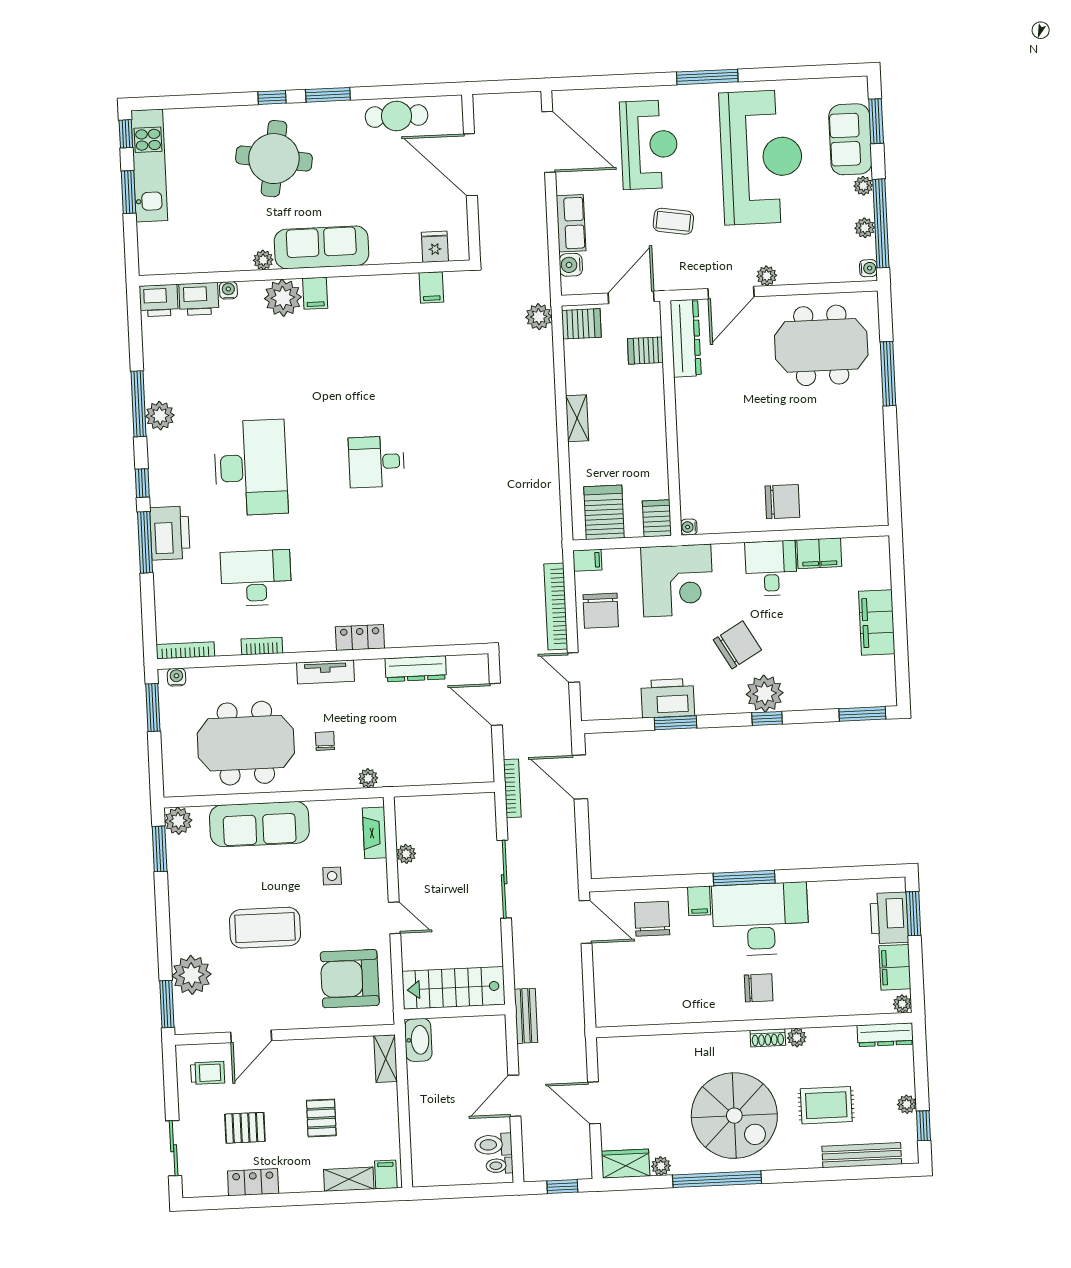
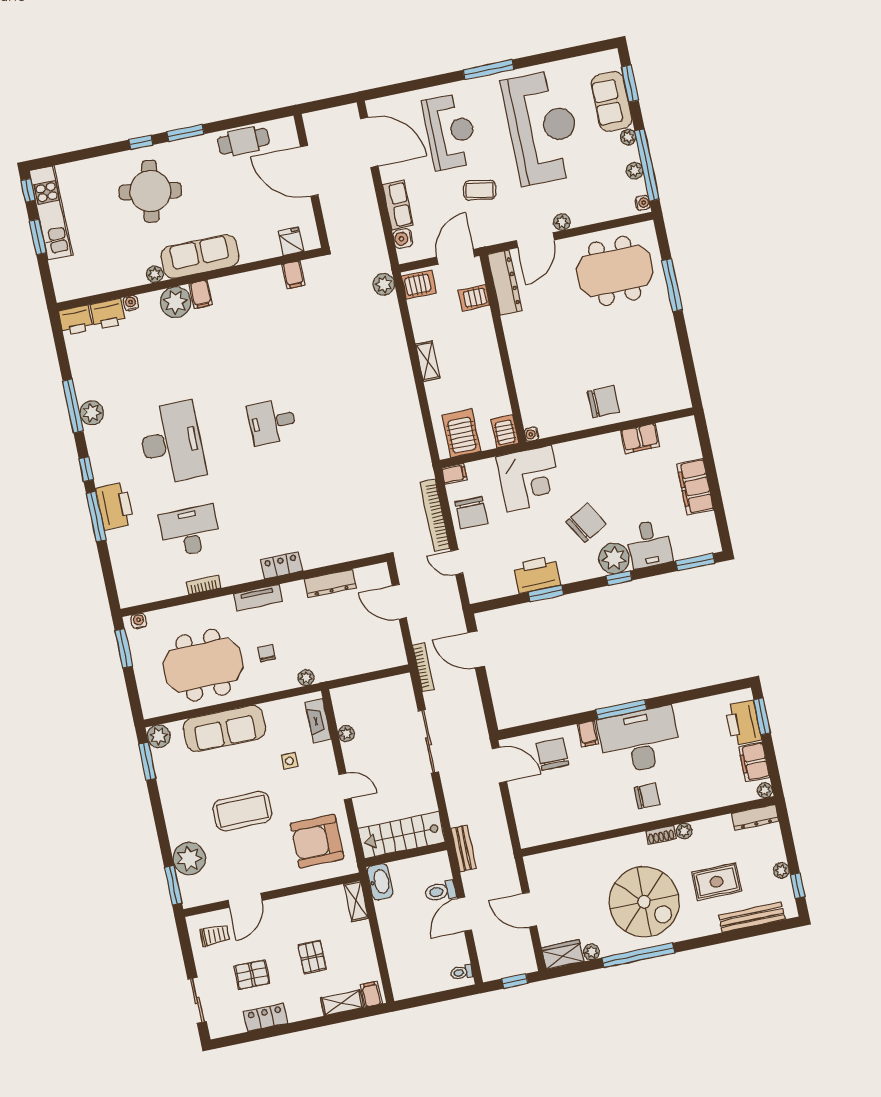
desk: (771, 568) -> (649, 544), moved, turned 180
bookcase: (185, 650) -> (142, 598), removed
toilet: (493, 1145) -> (440, 891), moved

